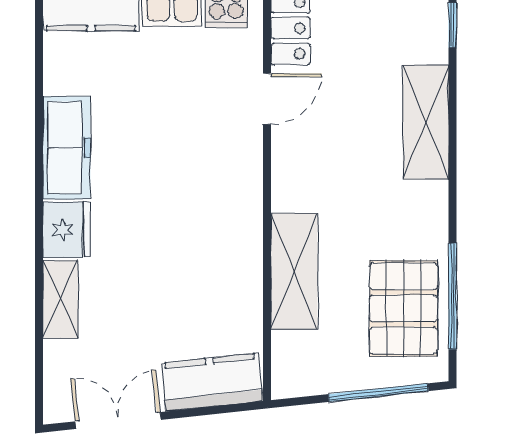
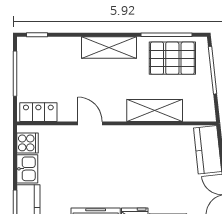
door: (267, 99) -> (90, 123), moved
shelving: (426, 122) -> (109, 47), moved

